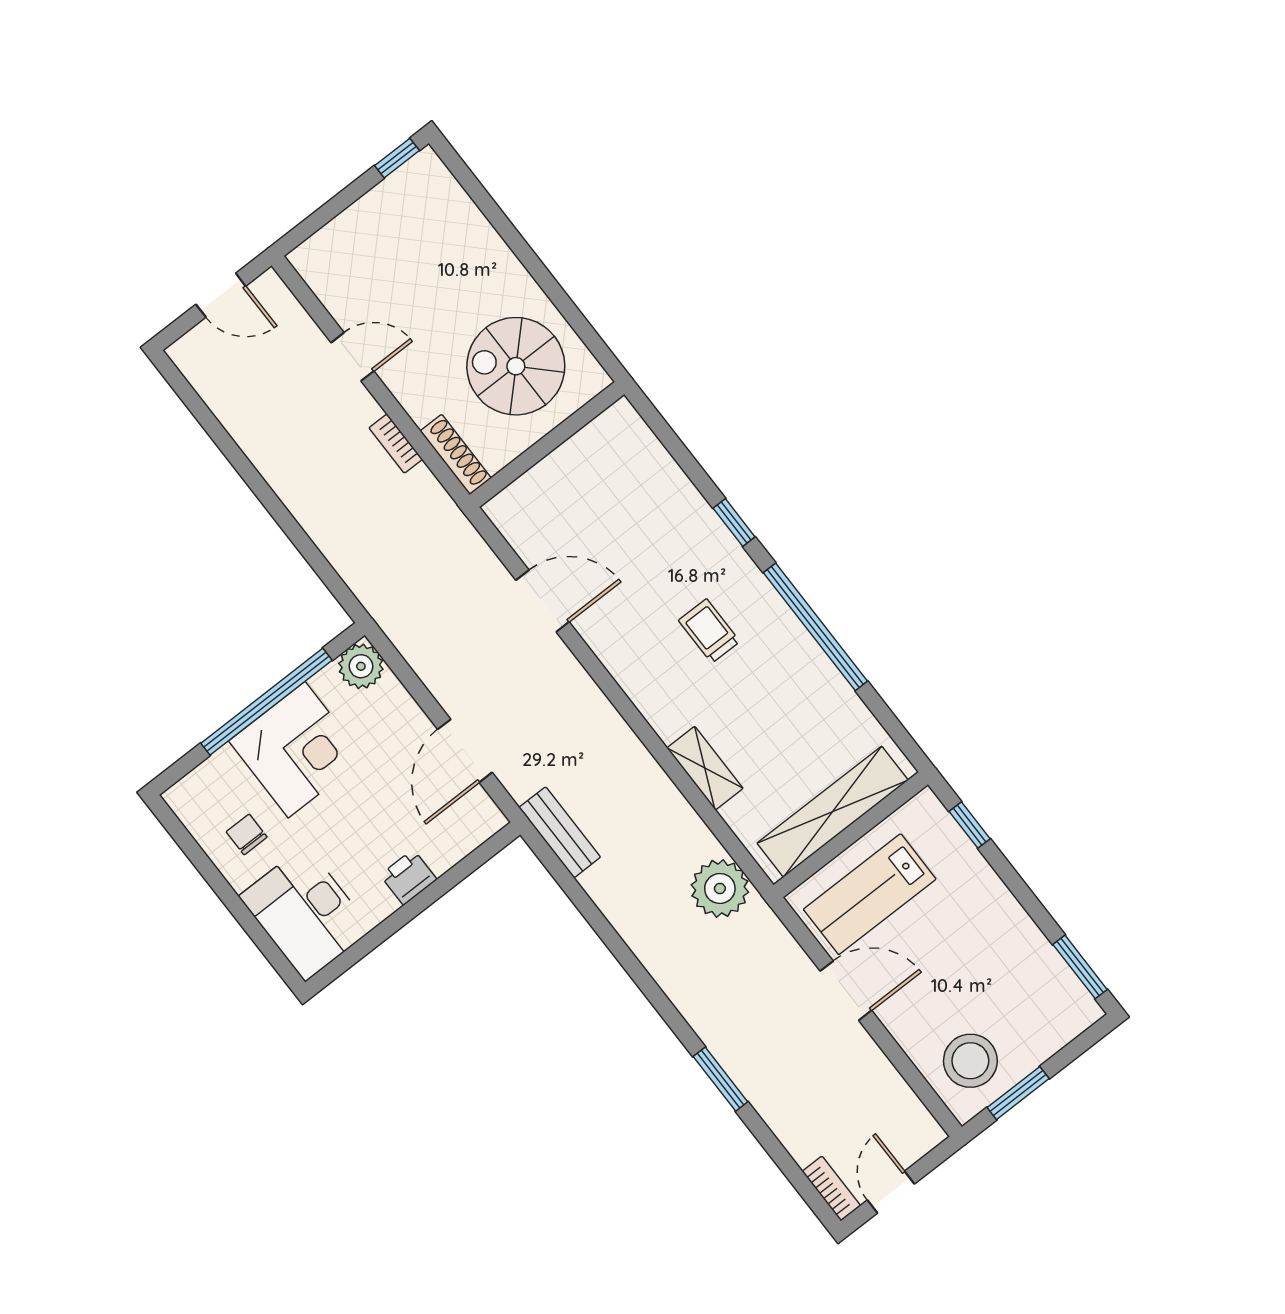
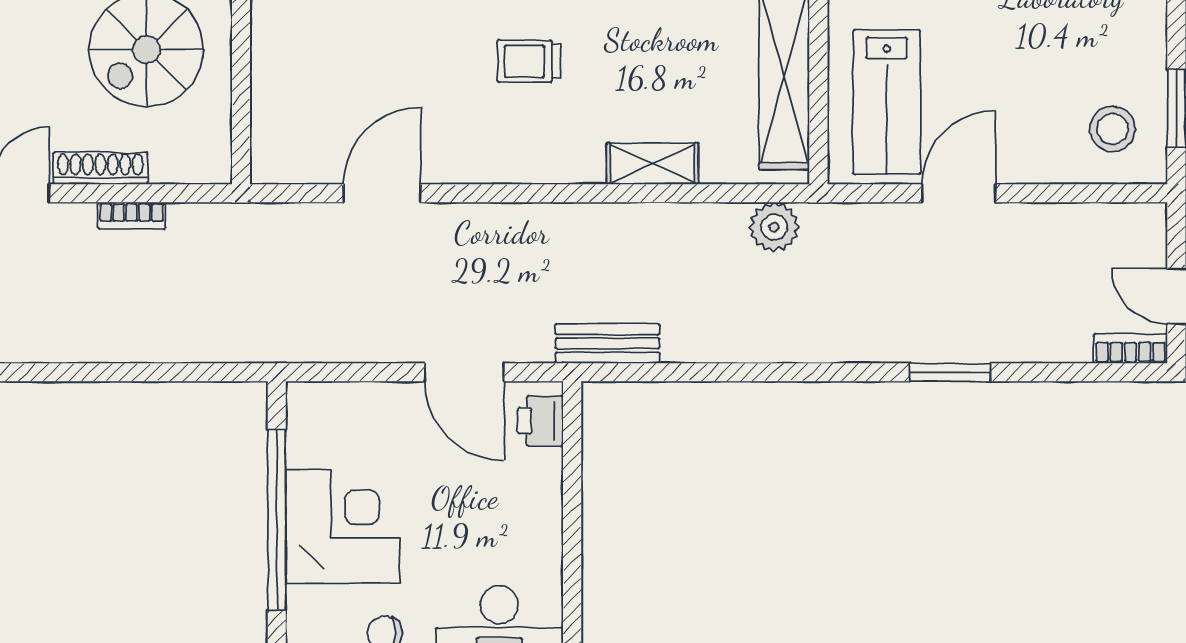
shoe rack: (456, 454) -> (100, 168), moved
plant: (361, 666) -> (312, 407), removed
printer: (409, 877) -> (540, 421), moved
plant: (720, 888) -> (774, 227), width x0.73, depth x0.73
stool: (970, 1061) -> (1112, 129), width x0.73, depth x0.73

